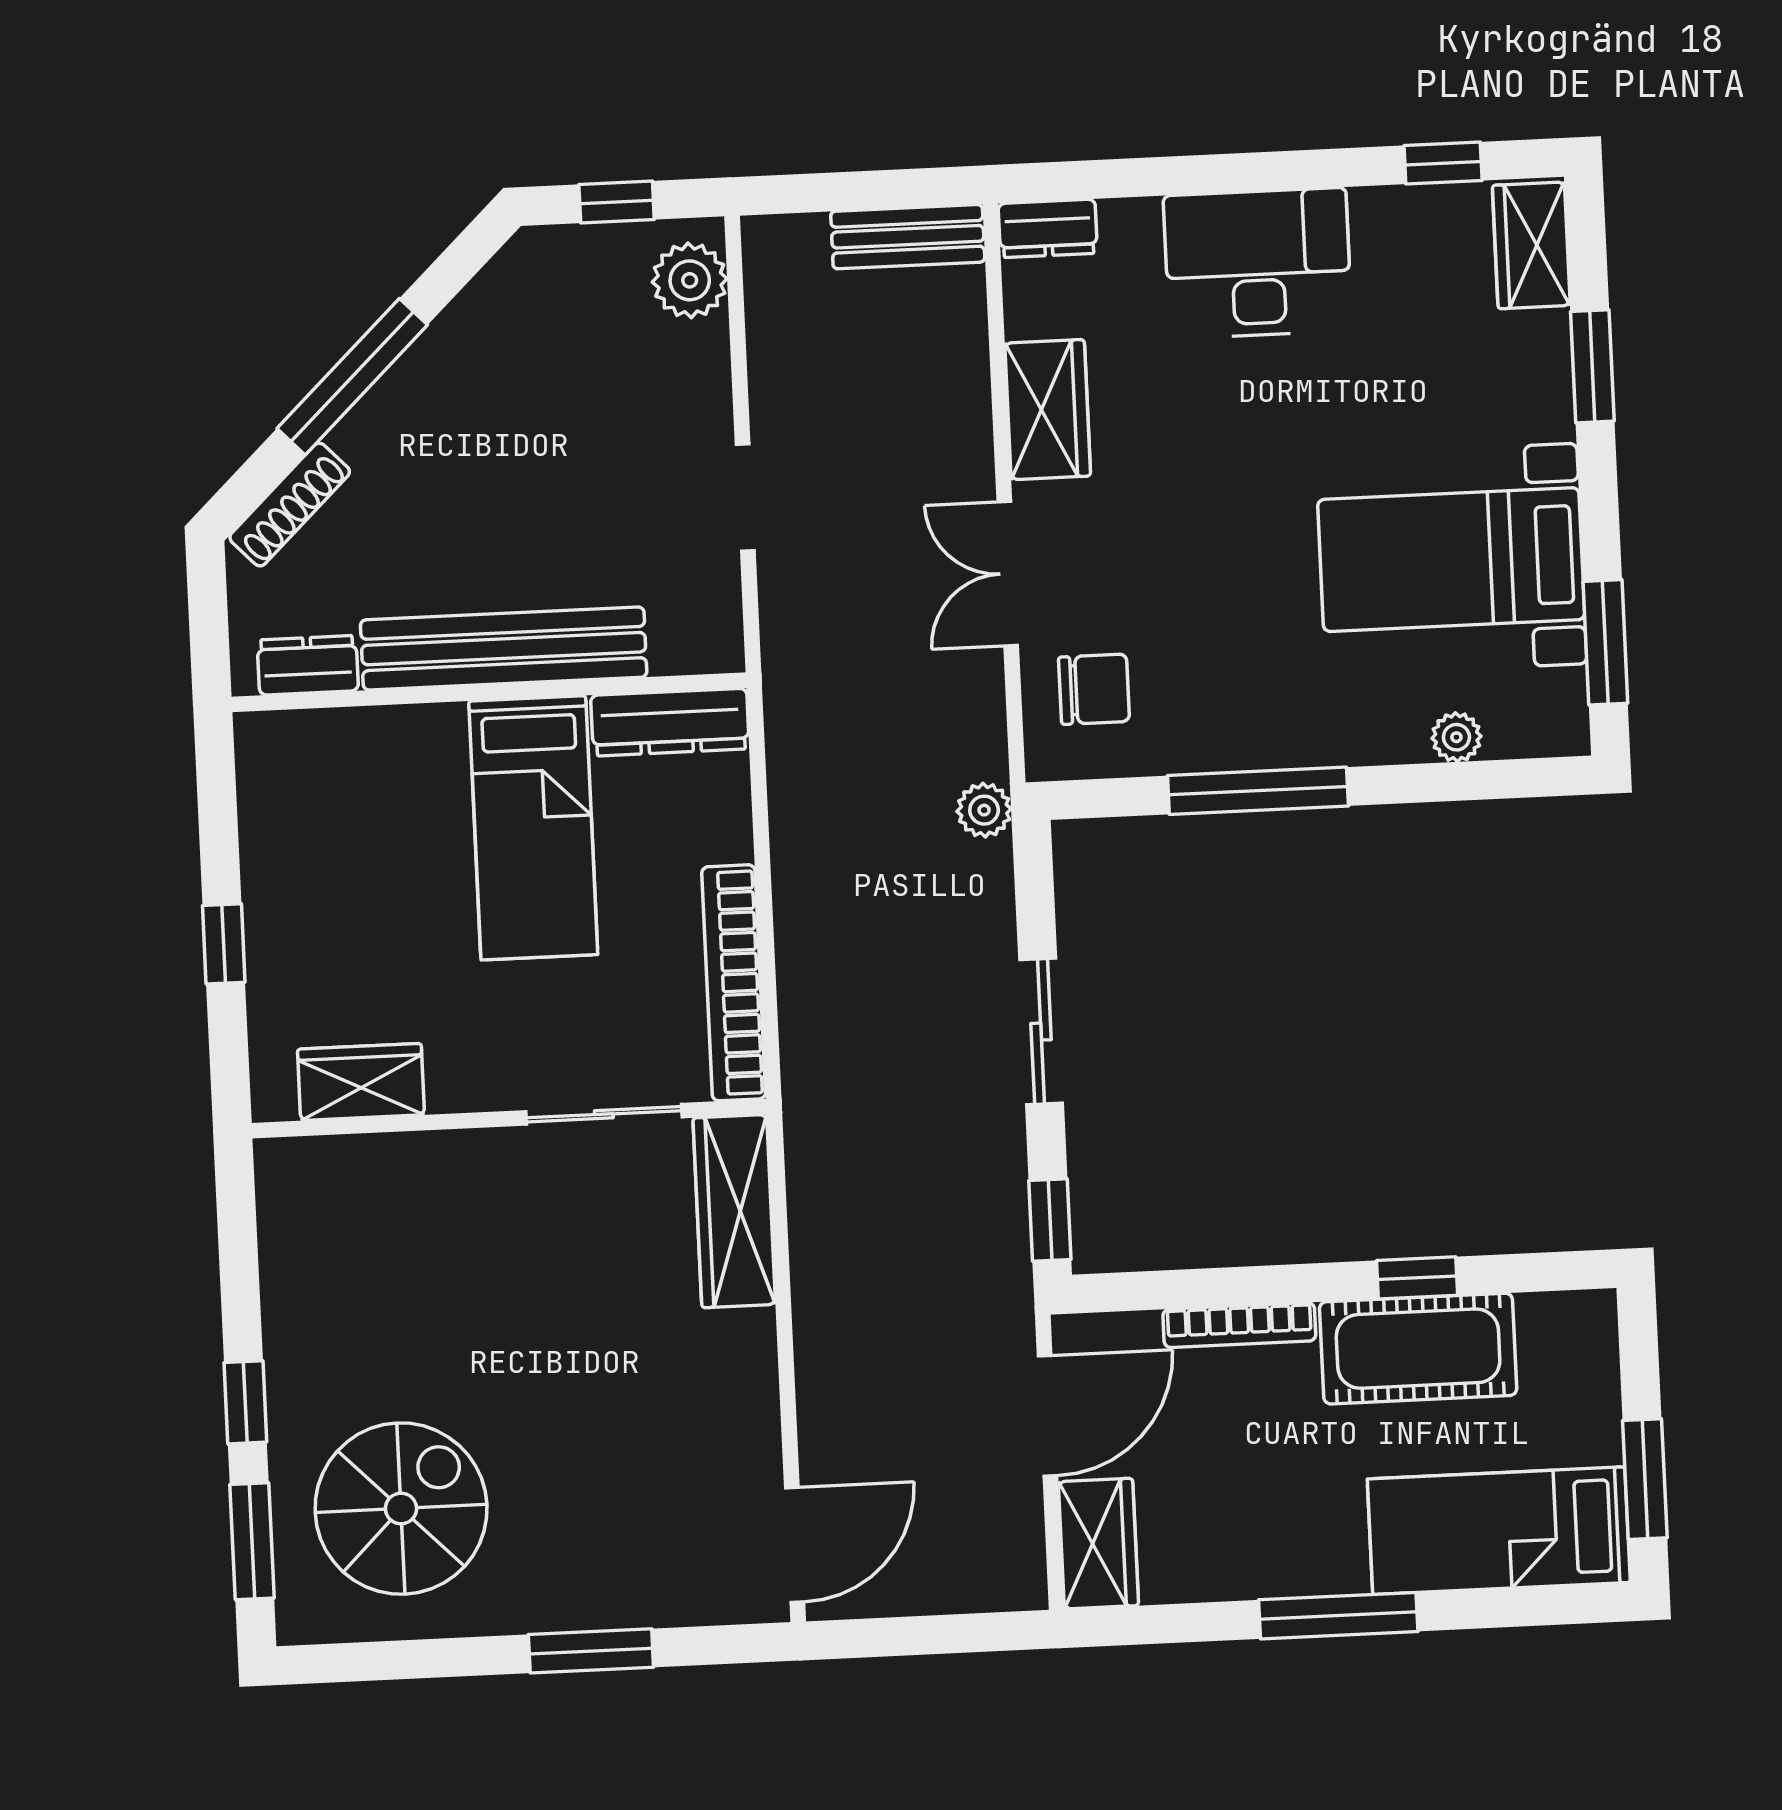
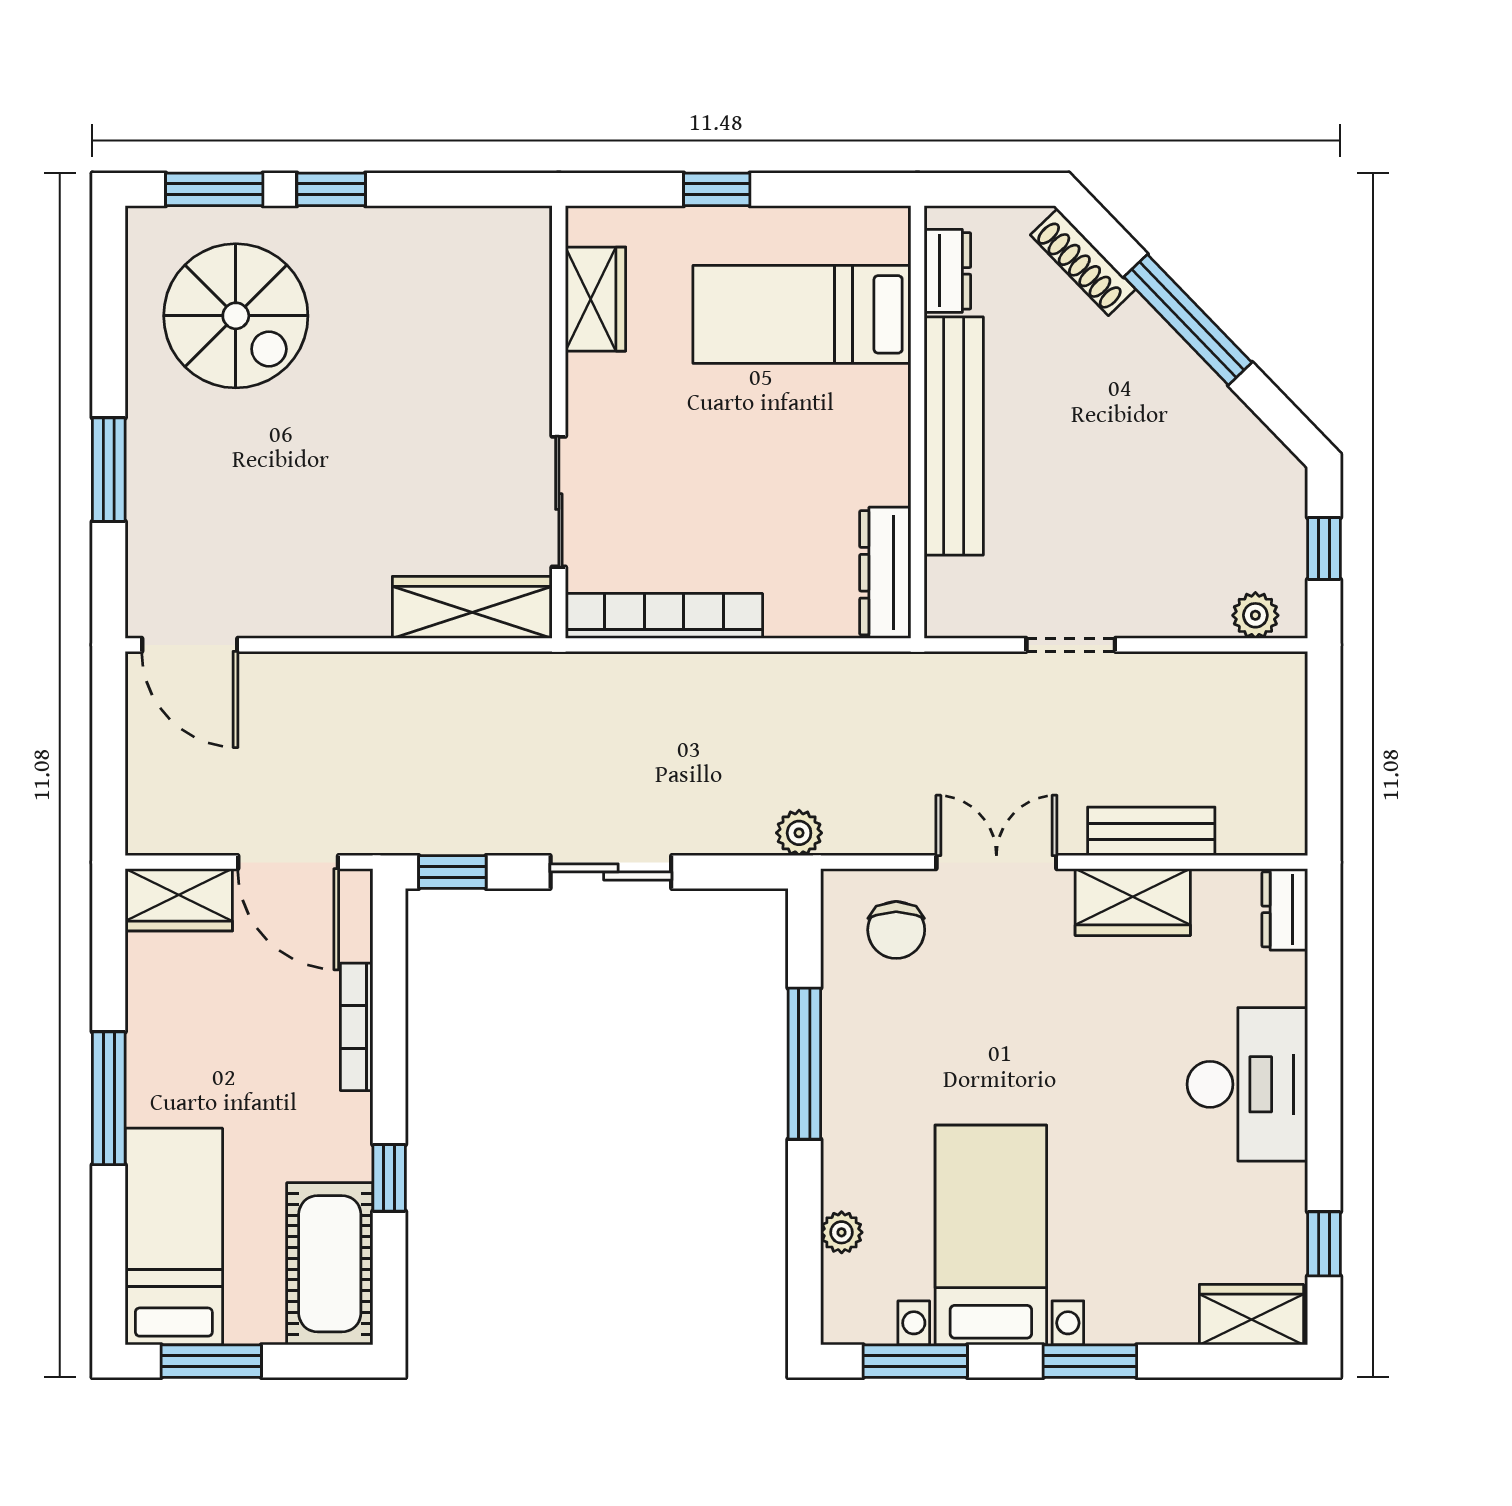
bench: (908, 237) -> (1151, 831), moved, turned 90
plant: (690, 280) -> (1255, 615), width x0.73, depth x0.73
window: (1592, 366) -> (1090, 1361), moved
bed: (533, 828) -> (802, 314), moved
cot: (1418, 1349) -> (330, 1264), moved

